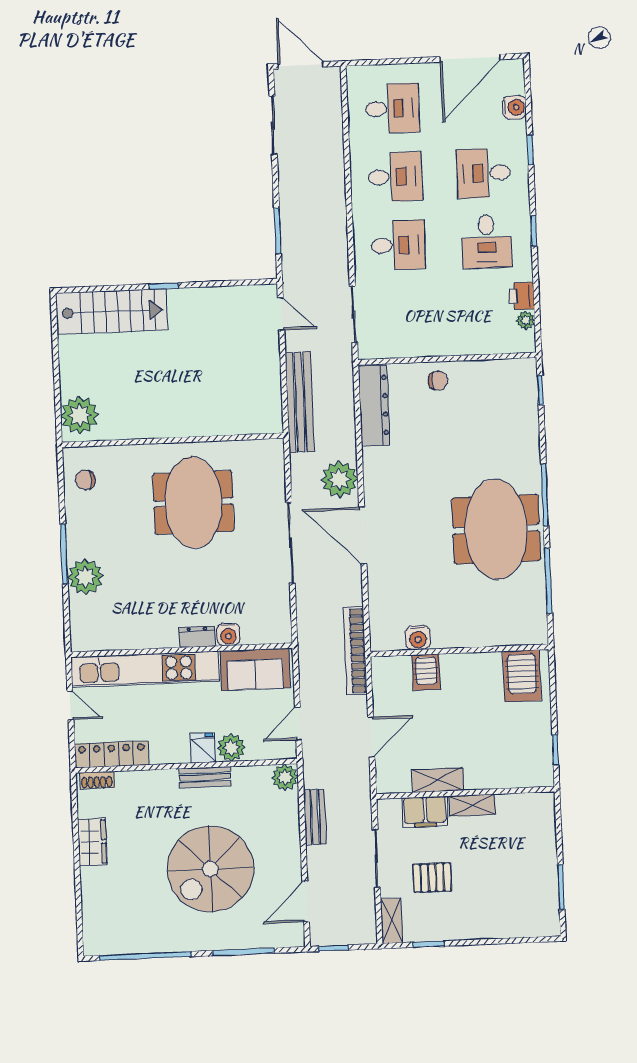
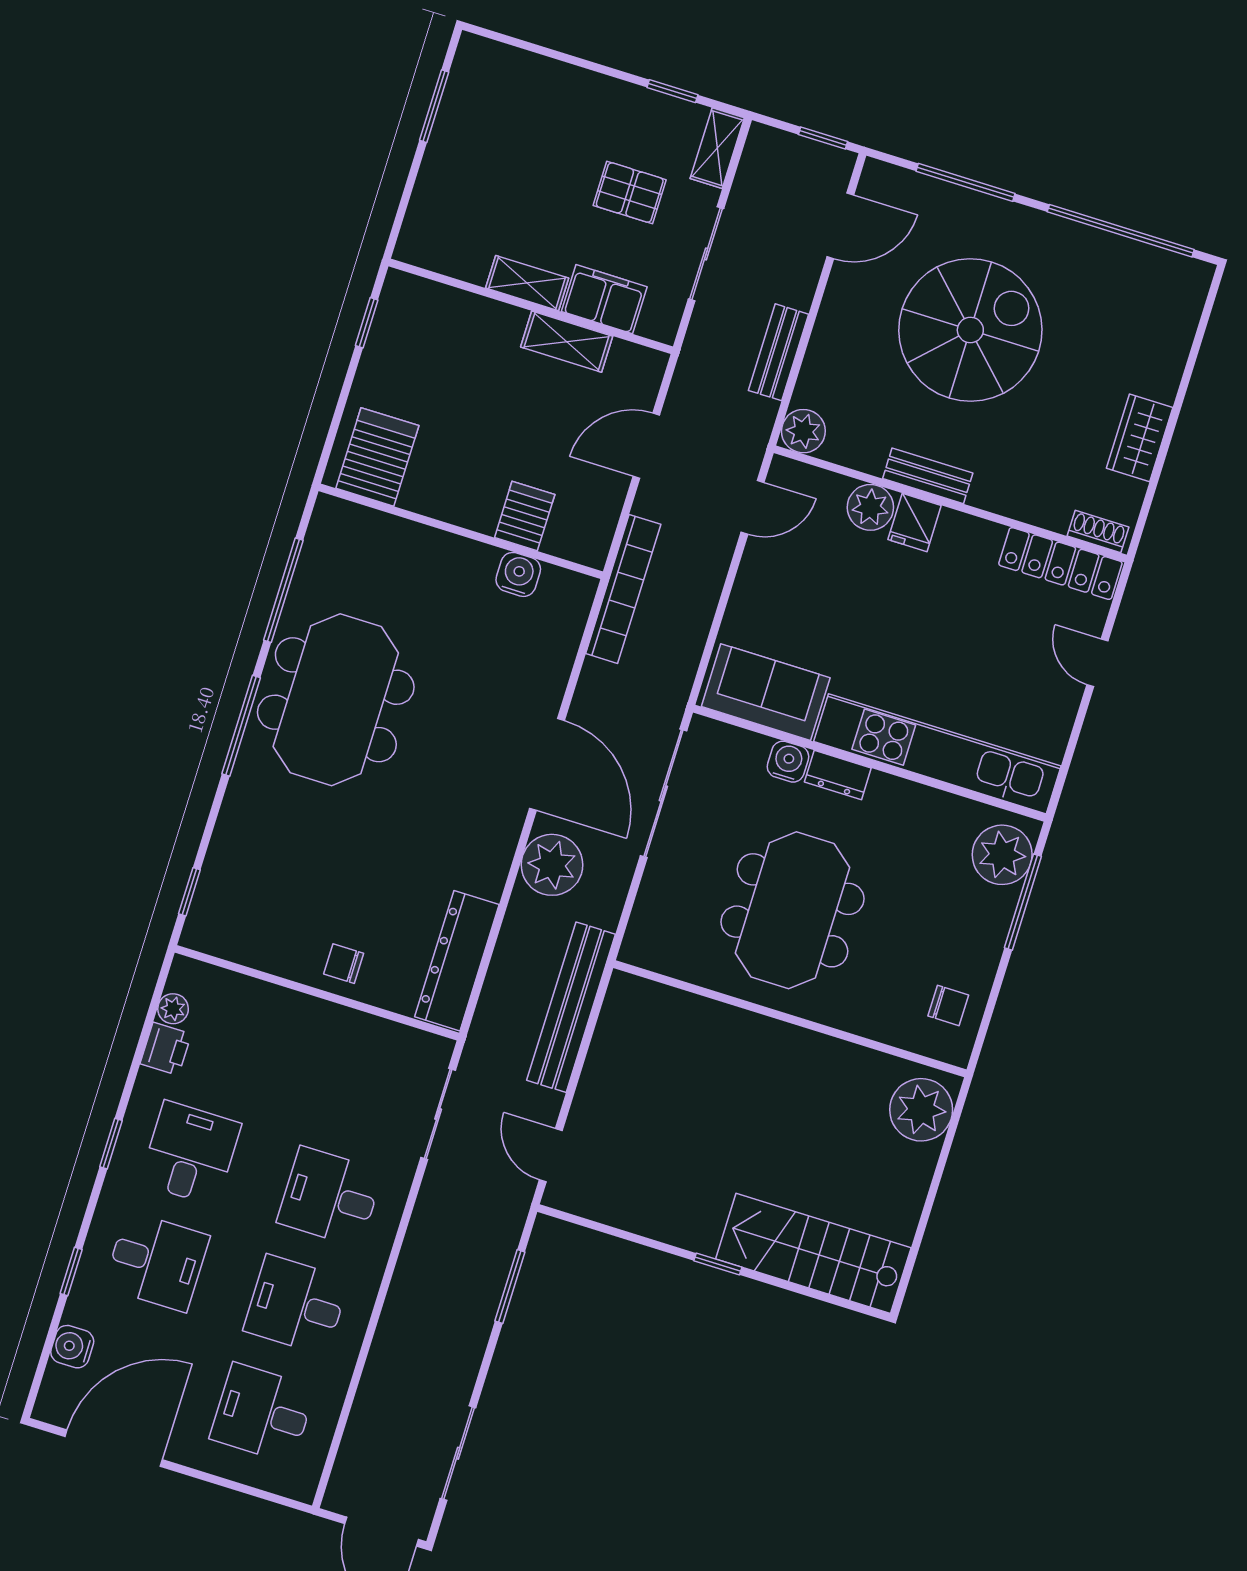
water cooler: (228, 634) -> (788, 762), moved
dresser: (197, 637) -> (838, 775), moved
wall: (182, 650) -> (869, 763), moved
kitchen unit: (145, 669) -> (937, 754), moved
sofa: (255, 669) -> (766, 692), moved

